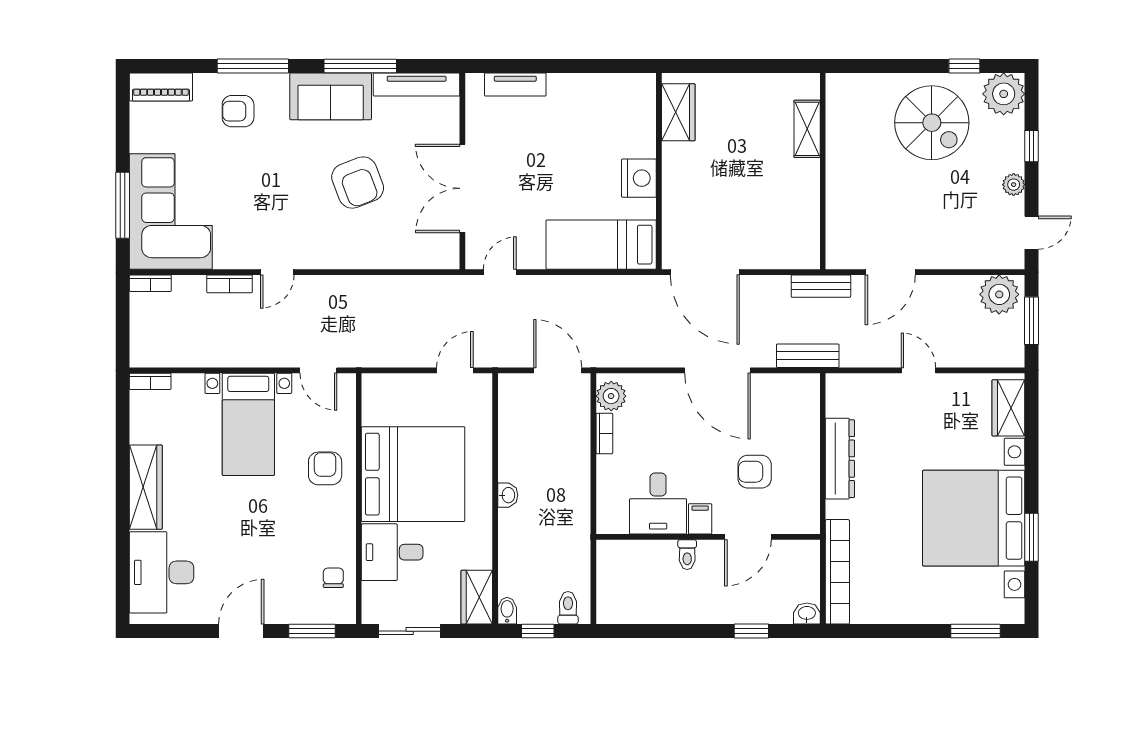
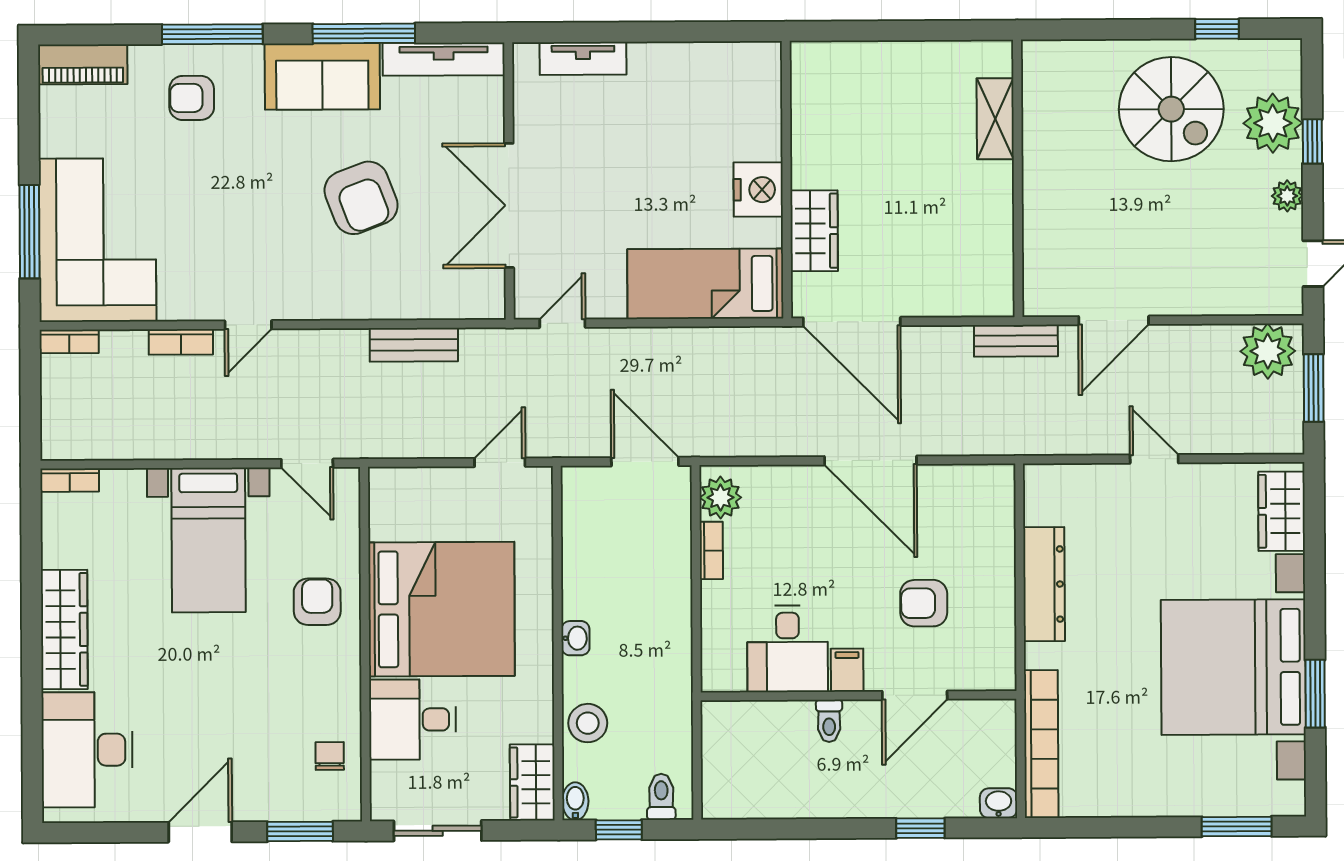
plant: (1004, 94) -> (1273, 123), moved
wardrobe: (678, 112) -> (814, 231), moved
bench: (808, 356) -> (414, 345), moved
stool: (516, 555) -> (588, 723), added

